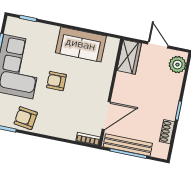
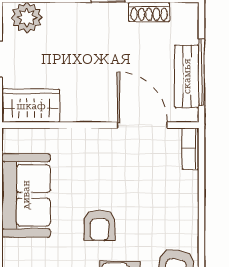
bench: (128, 145) -> (187, 76), width x0.73

